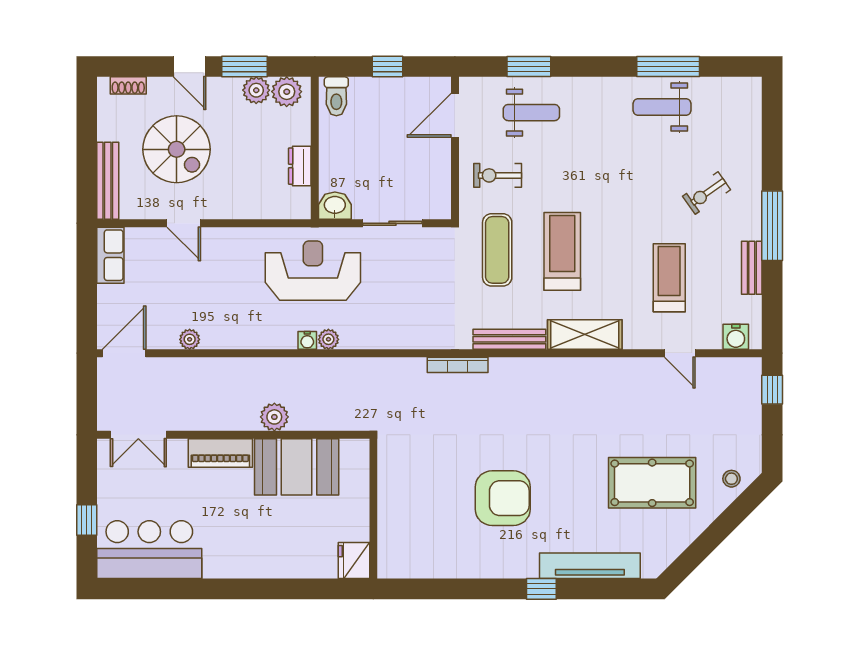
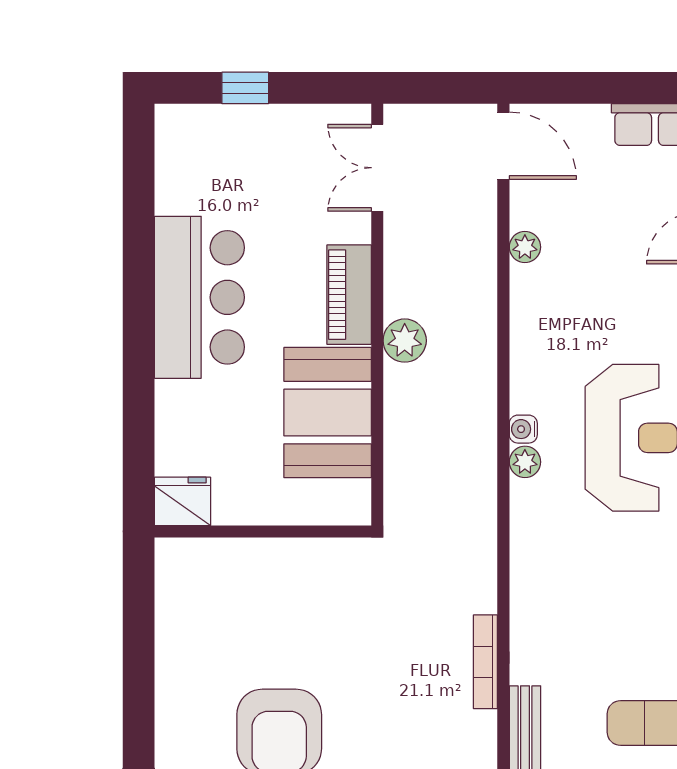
plant: (274, 417) -> (405, 341), moved
bar counter: (149, 550) -> (199, 297), moved

